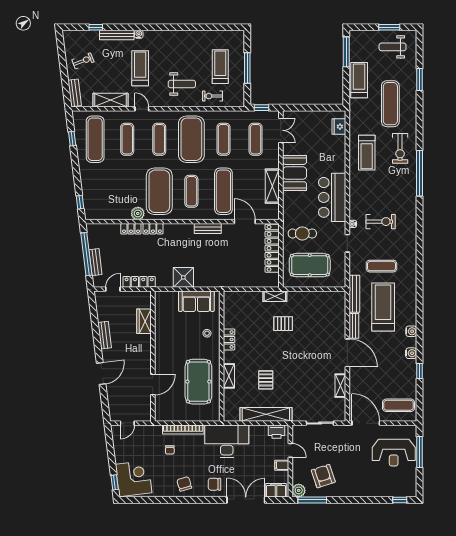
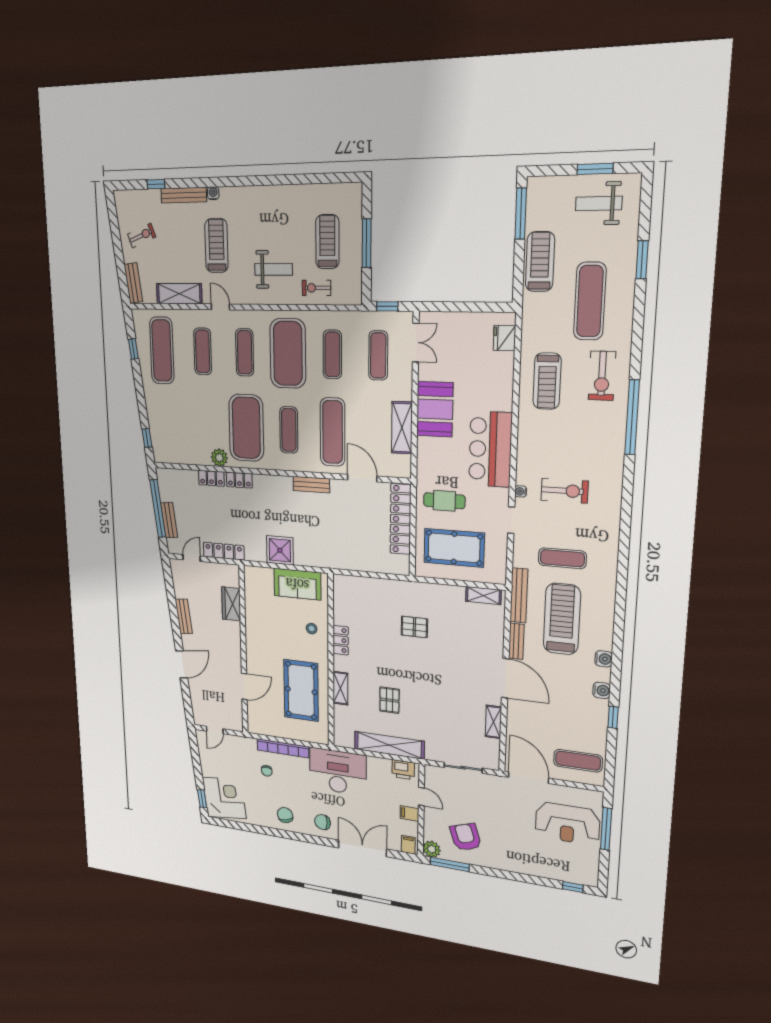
shelving: (275, 296) -> (483, 596), moved
filing cabinet: (276, 490) -> (408, 845), width x0.50

